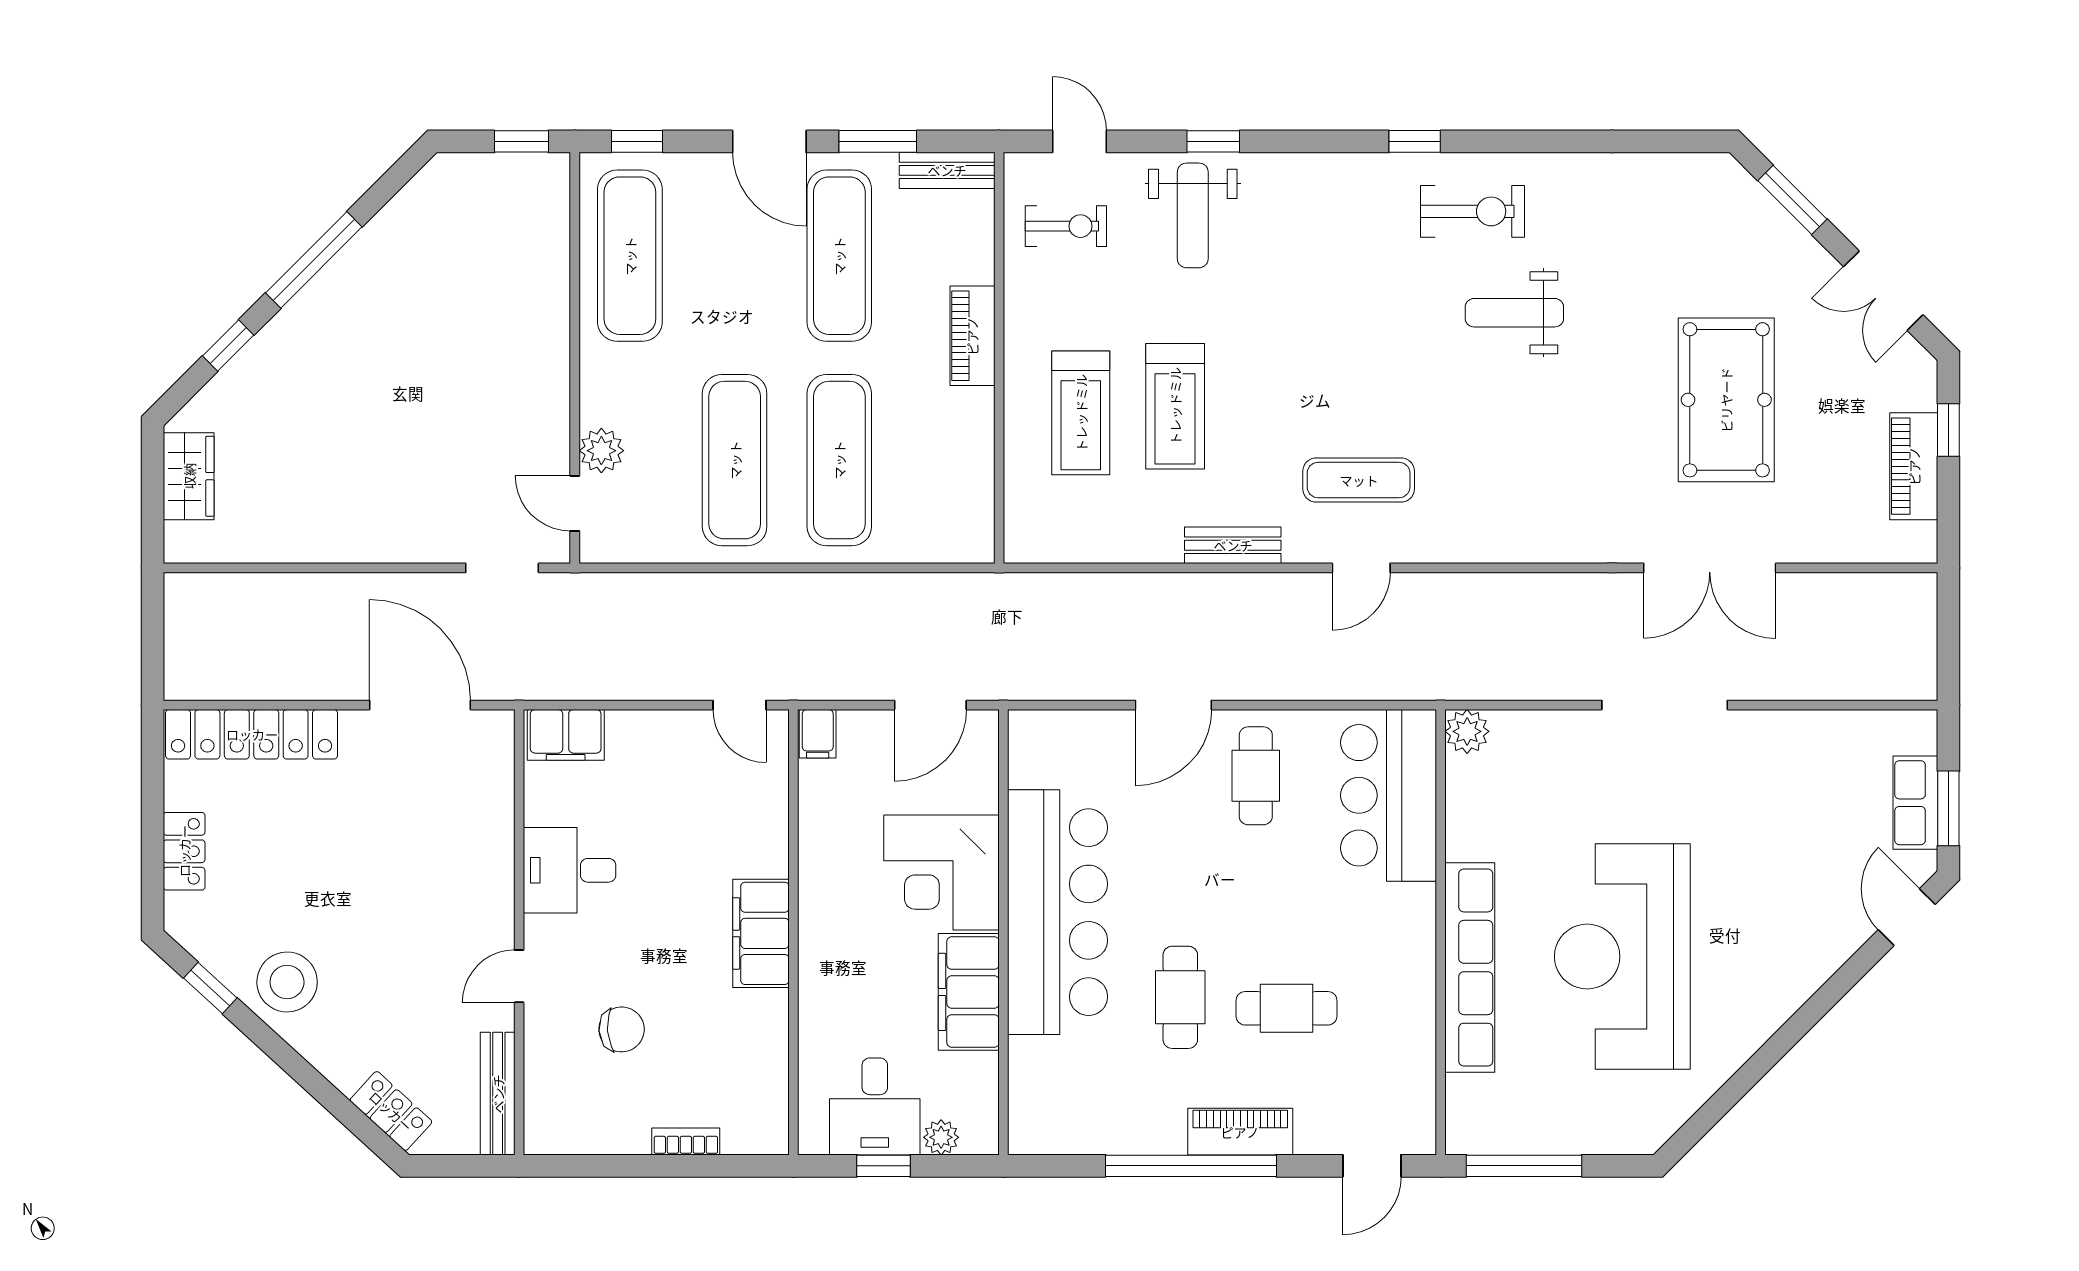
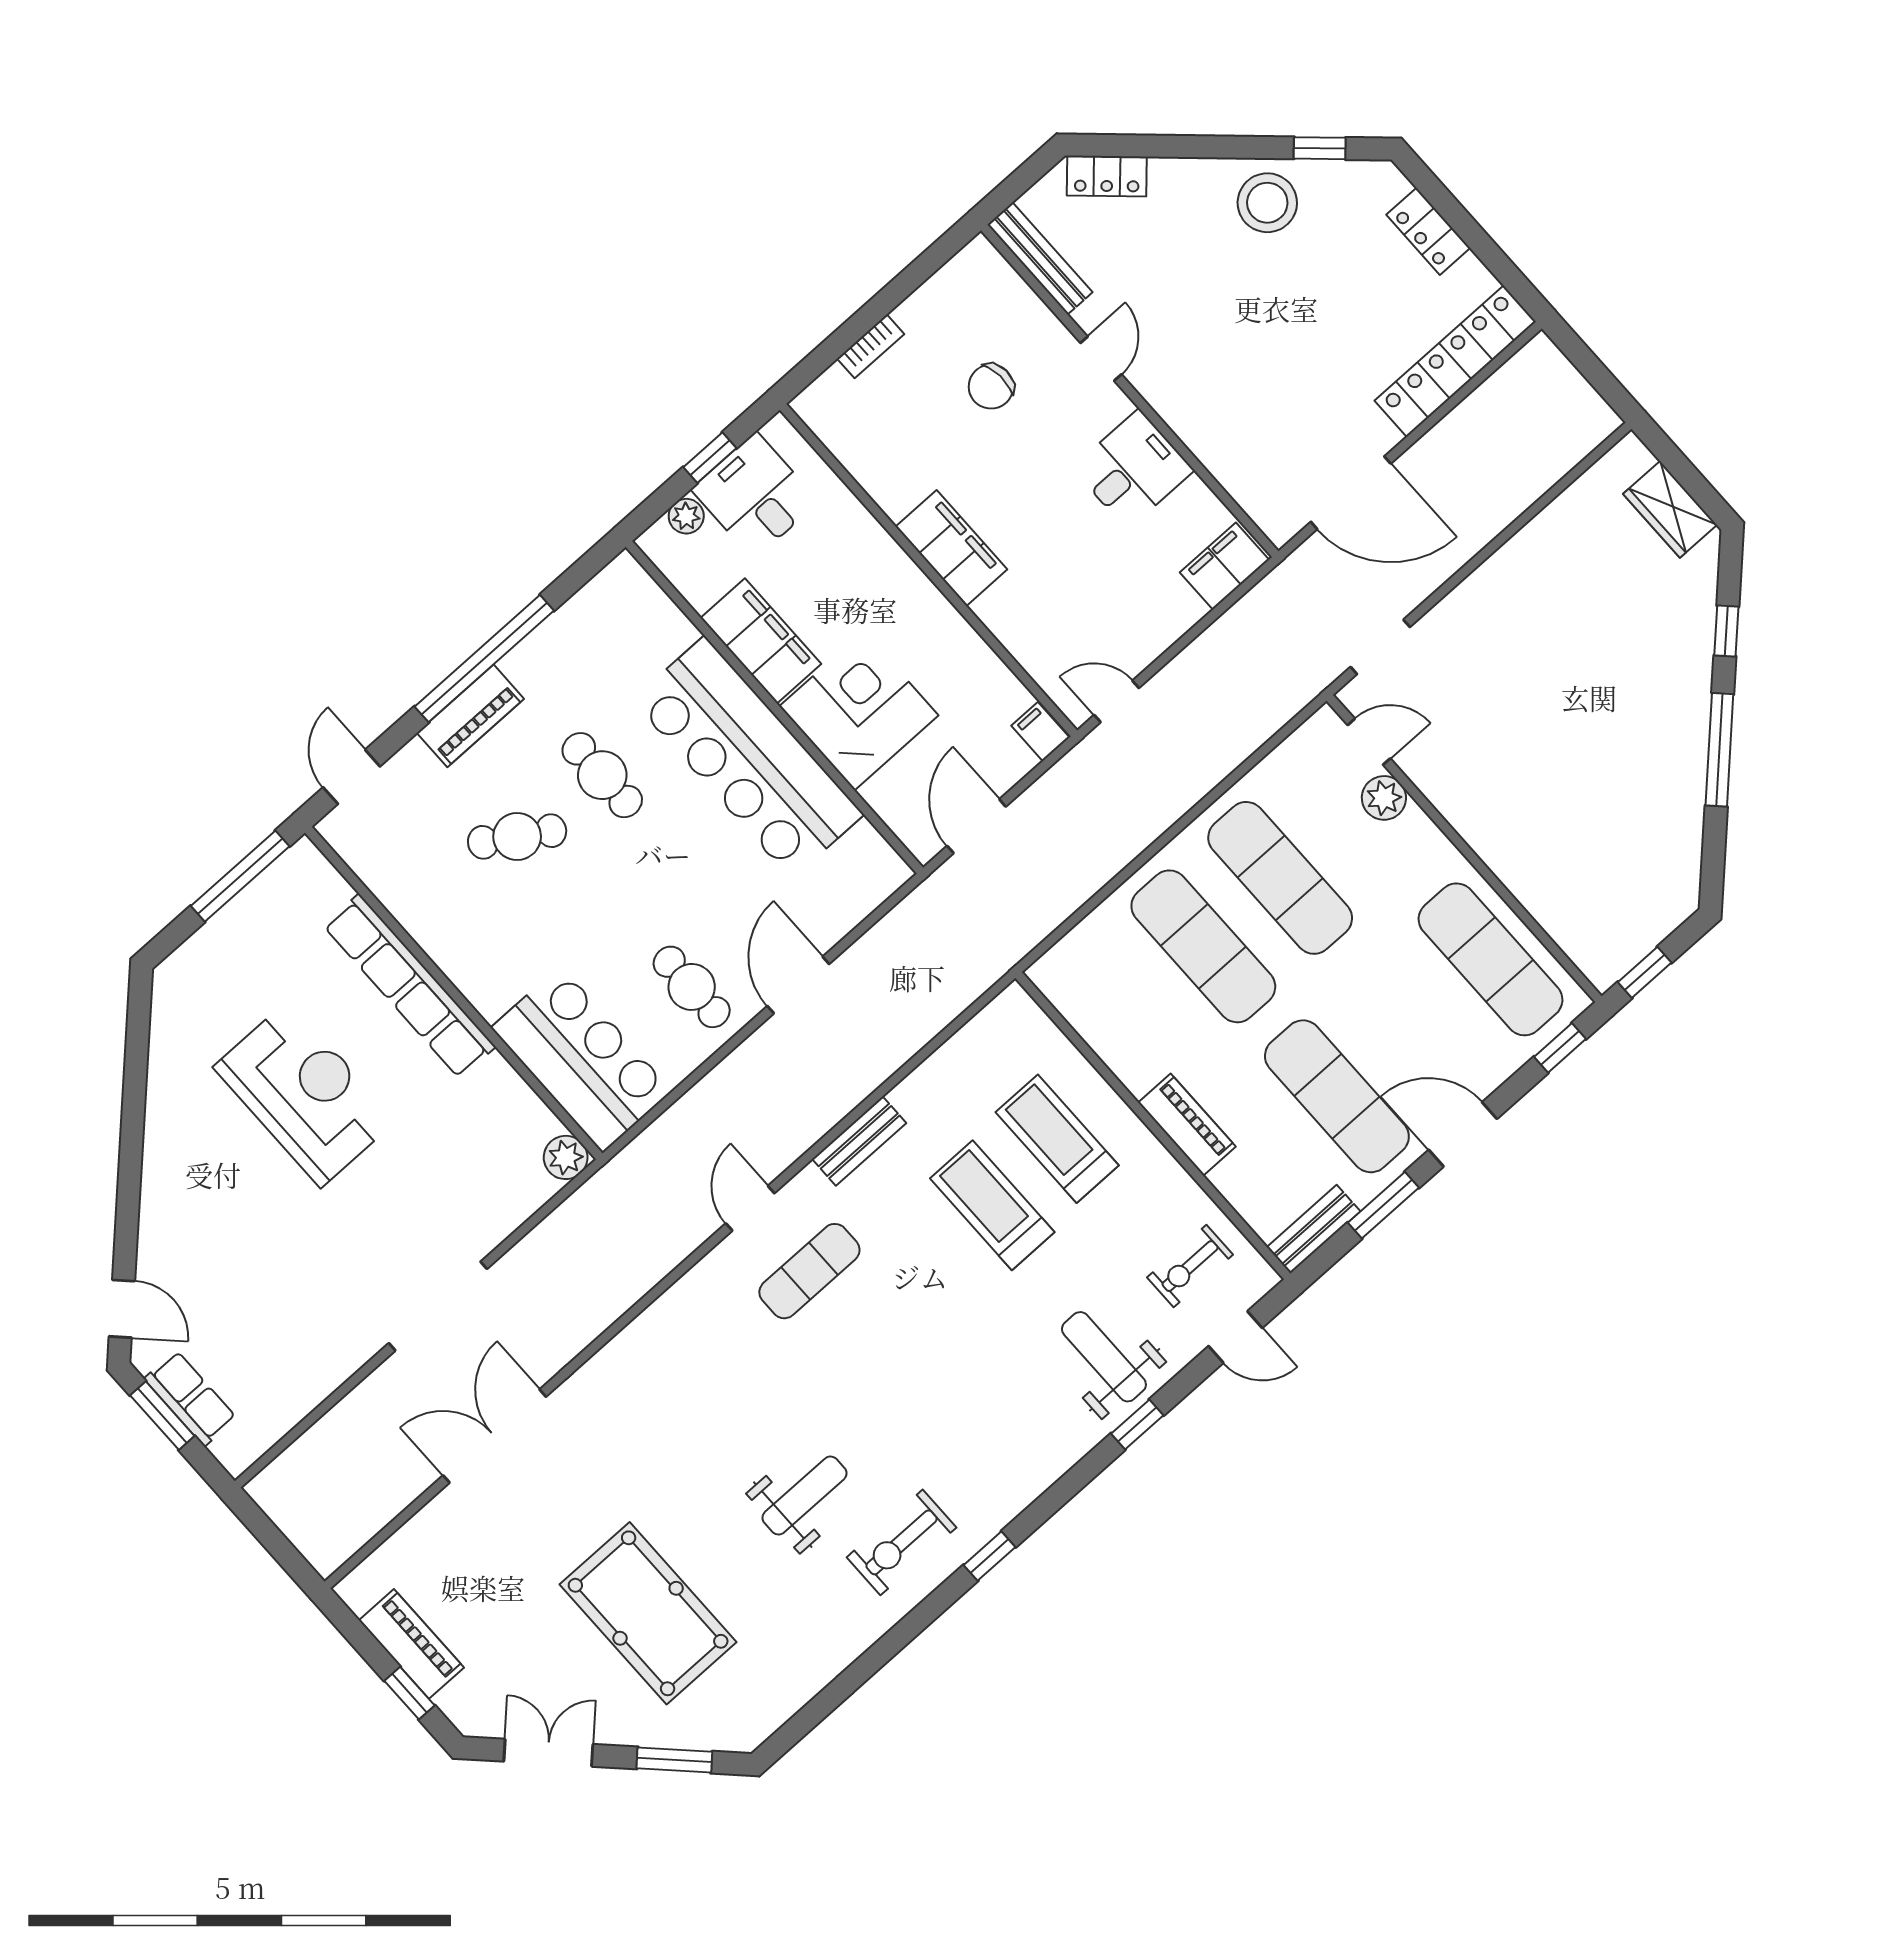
pool table: (1726, 400) -> (648, 1613), moved
reception desk: (1622, 957) -> (305, 1094), width x0.74, depth x0.77
cafe table: (1287, 1008) -> (517, 837), turned 32

